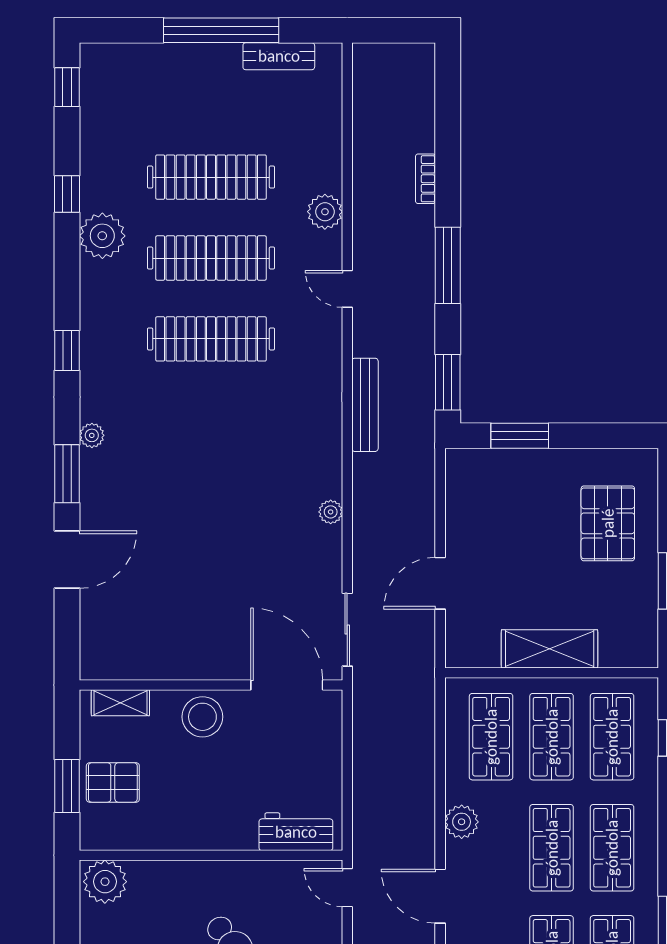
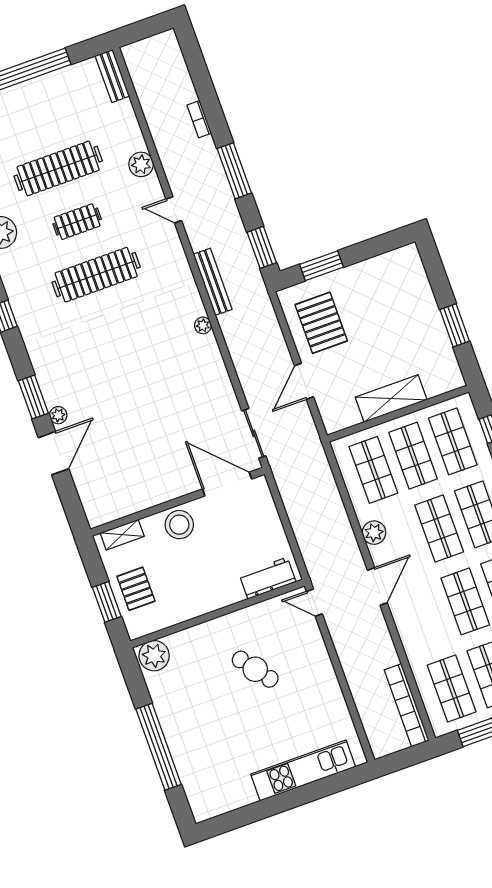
bench: (279, 56) -> (112, 76), moved, turned 90
clothes rail: (211, 258) -> (77, 222), width x0.54, depth x0.76
plant: (92, 435) -> (58, 415), moved
plant: (331, 512) -> (203, 325), moved
pallet: (608, 523) -> (321, 323), moved
pallet: (113, 782) -> (136, 589), turned 90
door: (440, 896) -> (377, 586), swing flipped

